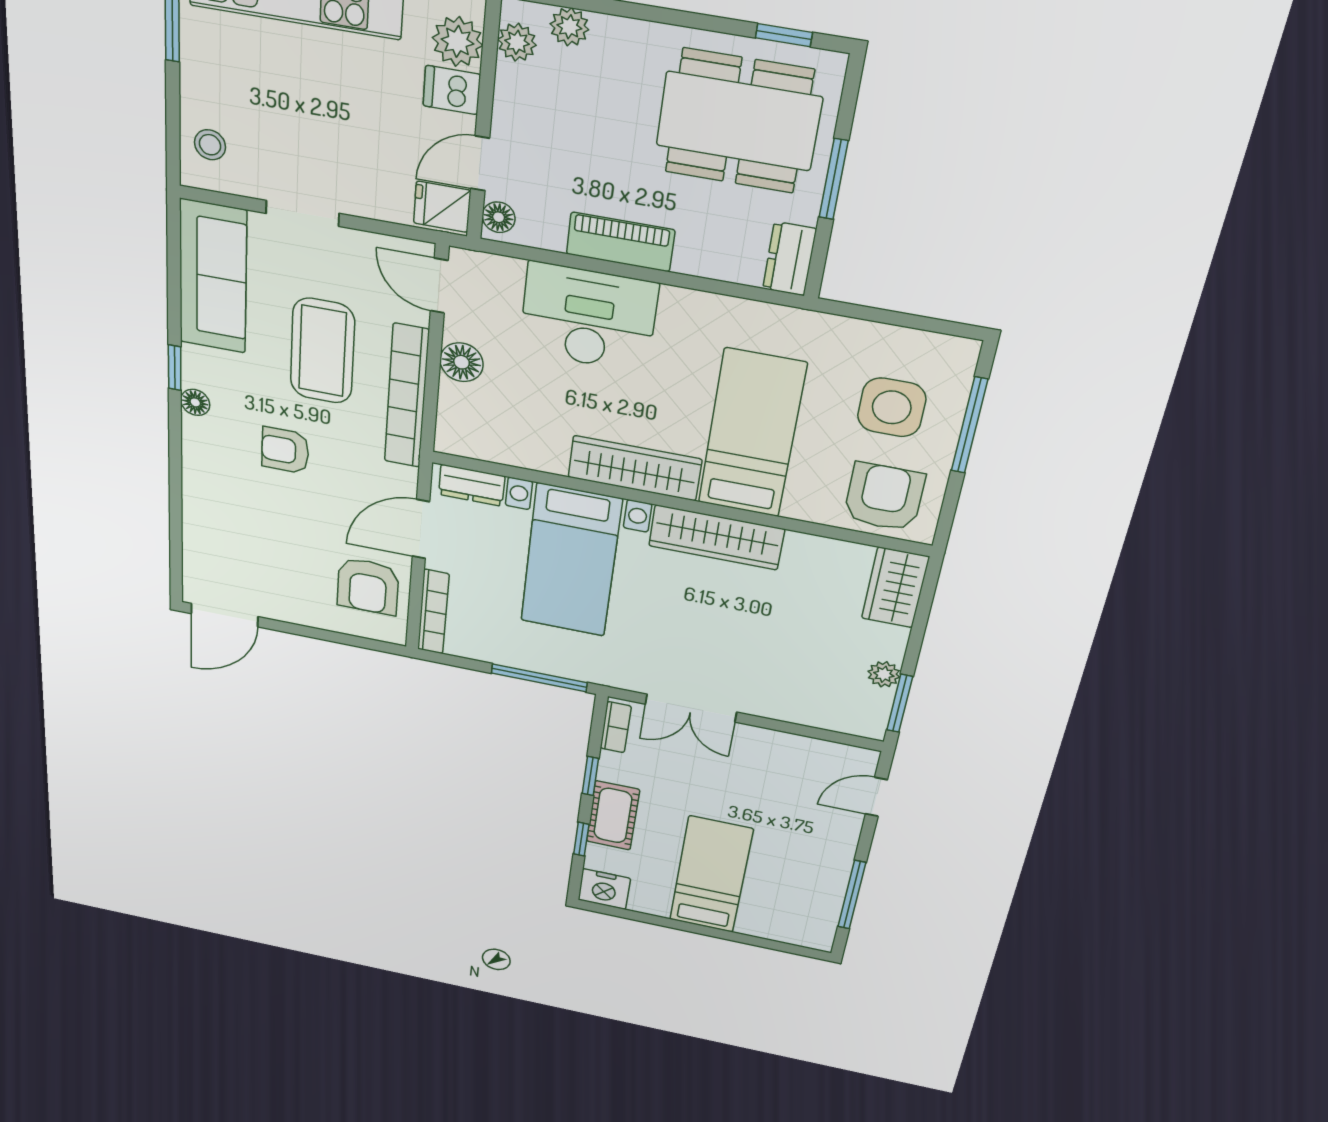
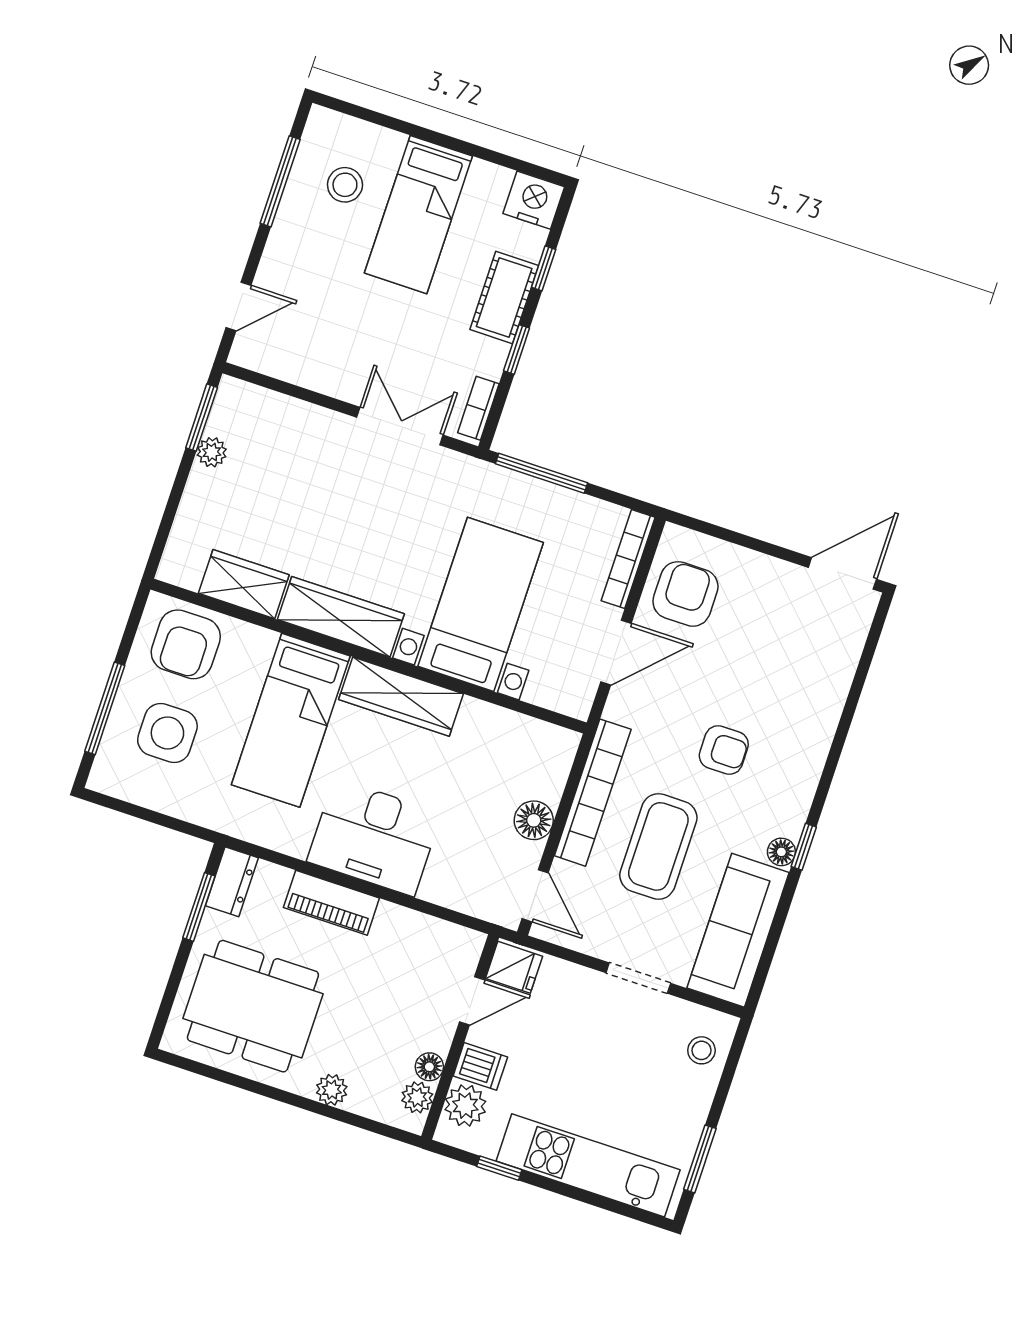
plant: (569, 27) -> (332, 1090), moved
window: (784, 35) -> (206, 1071), removed
window: (834, 179) -> (199, 907), moved
floor lamp: (499, 217) -> (429, 1067), moved
piano: (620, 242) -> (331, 903), moved
desk: (588, 317) -> (374, 837), moved
floor lamp: (195, 402) -> (781, 852), moved
dresser: (472, 485) -> (555, 695), removed
wardrobe: (895, 588) -> (244, 584), moved, turned -90
stool: (787, 894) -> (345, 185), added

